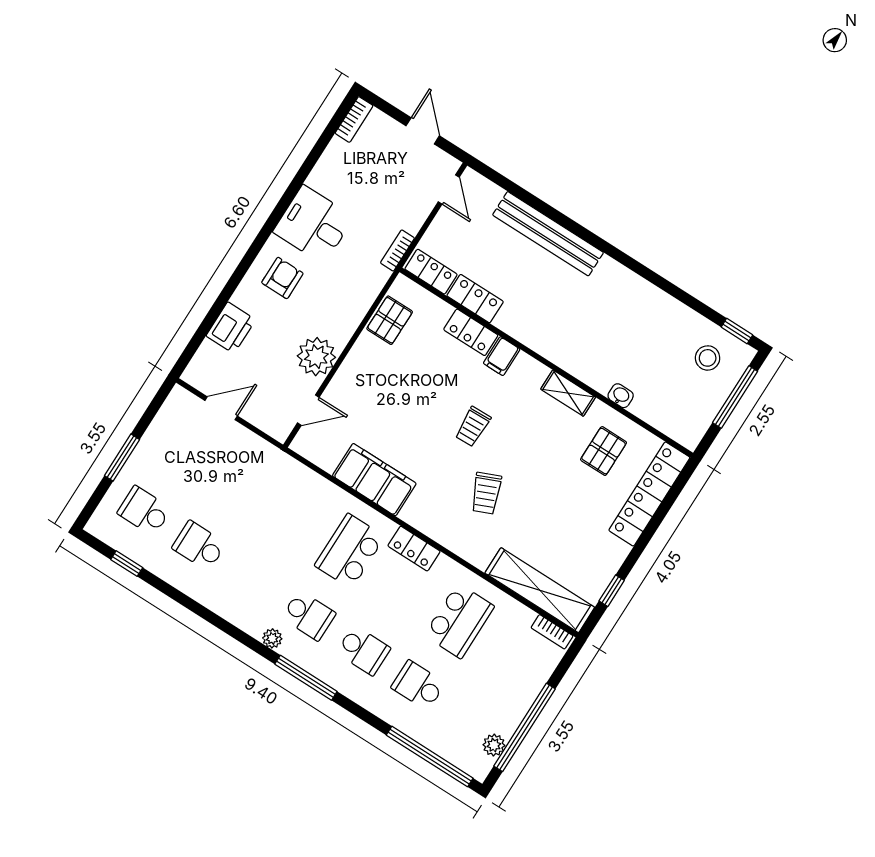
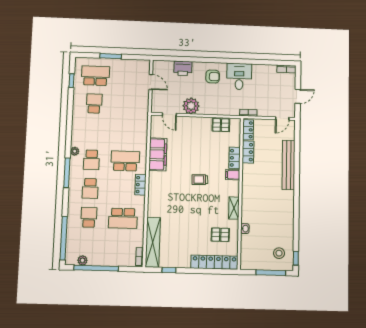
trolley: (486, 493) -> (178, 200), removed
school desk: (144, 511) -> (95, 76), width x1.85

